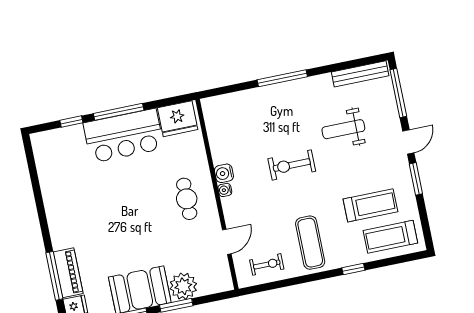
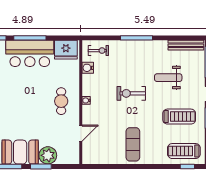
water cooler: (224, 173) -> (88, 68), moved
treadmill: (370, 205) -> (179, 117), moved
exercise bike: (267, 264) -> (98, 51), moved
window: (353, 269) -> (187, 166), moved

